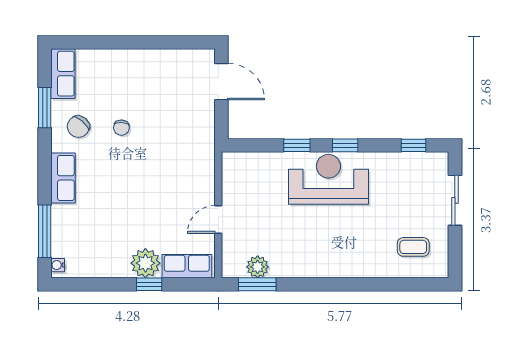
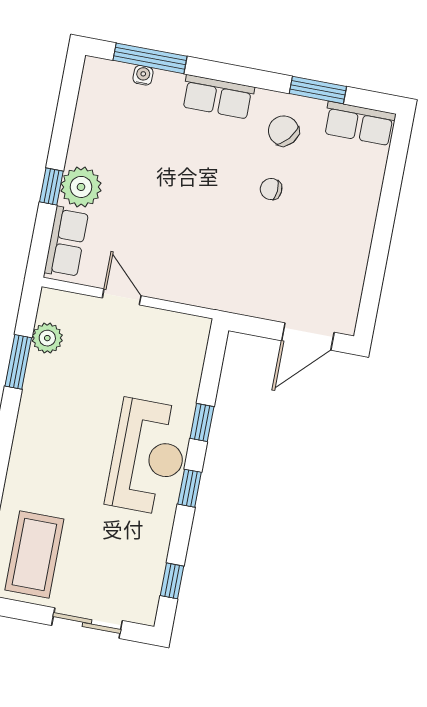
coffee table: (413, 247) -> (34, 554), width x1.86, depth x1.72
water cooler: (58, 265) -> (143, 75), moved
window: (257, 284) -> (18, 362), moved

